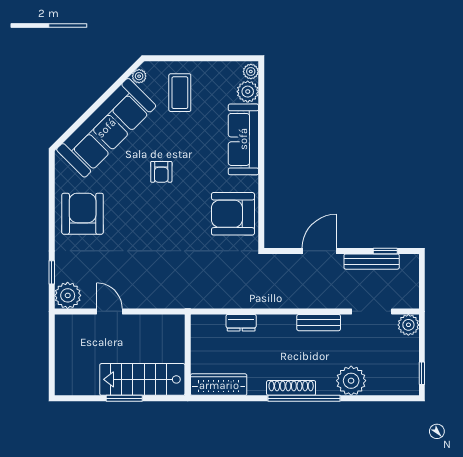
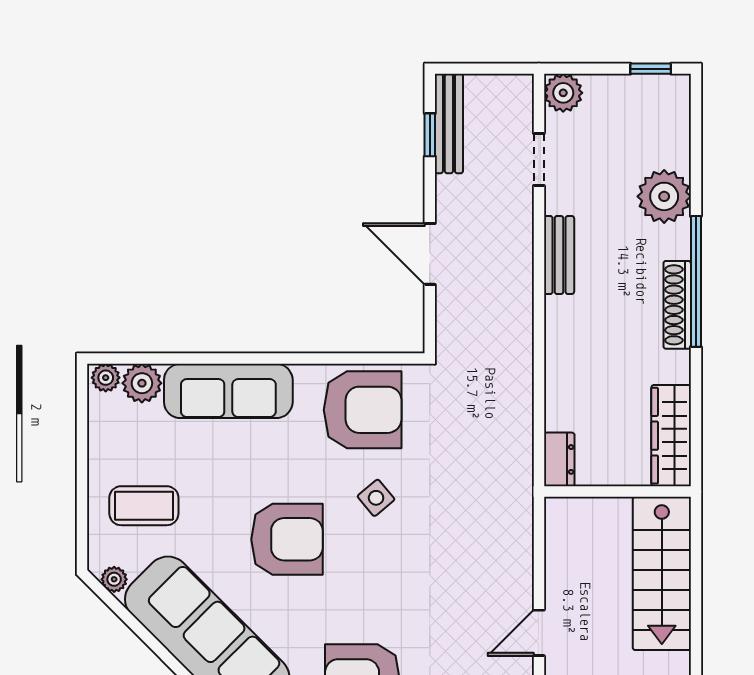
armchair: (161, 172) -> (287, 539), width x1.88, depth x1.88
armchair: (233, 214) -> (363, 410), turned -90
side table: (184, 221) -> (376, 498), added
bench: (372, 262) -> (449, 124), moved
doorway: (372, 311) -> (539, 159), width x0.73
dresser: (241, 323) -> (559, 459), moved
window: (124, 398) -> (696, 606), removed

